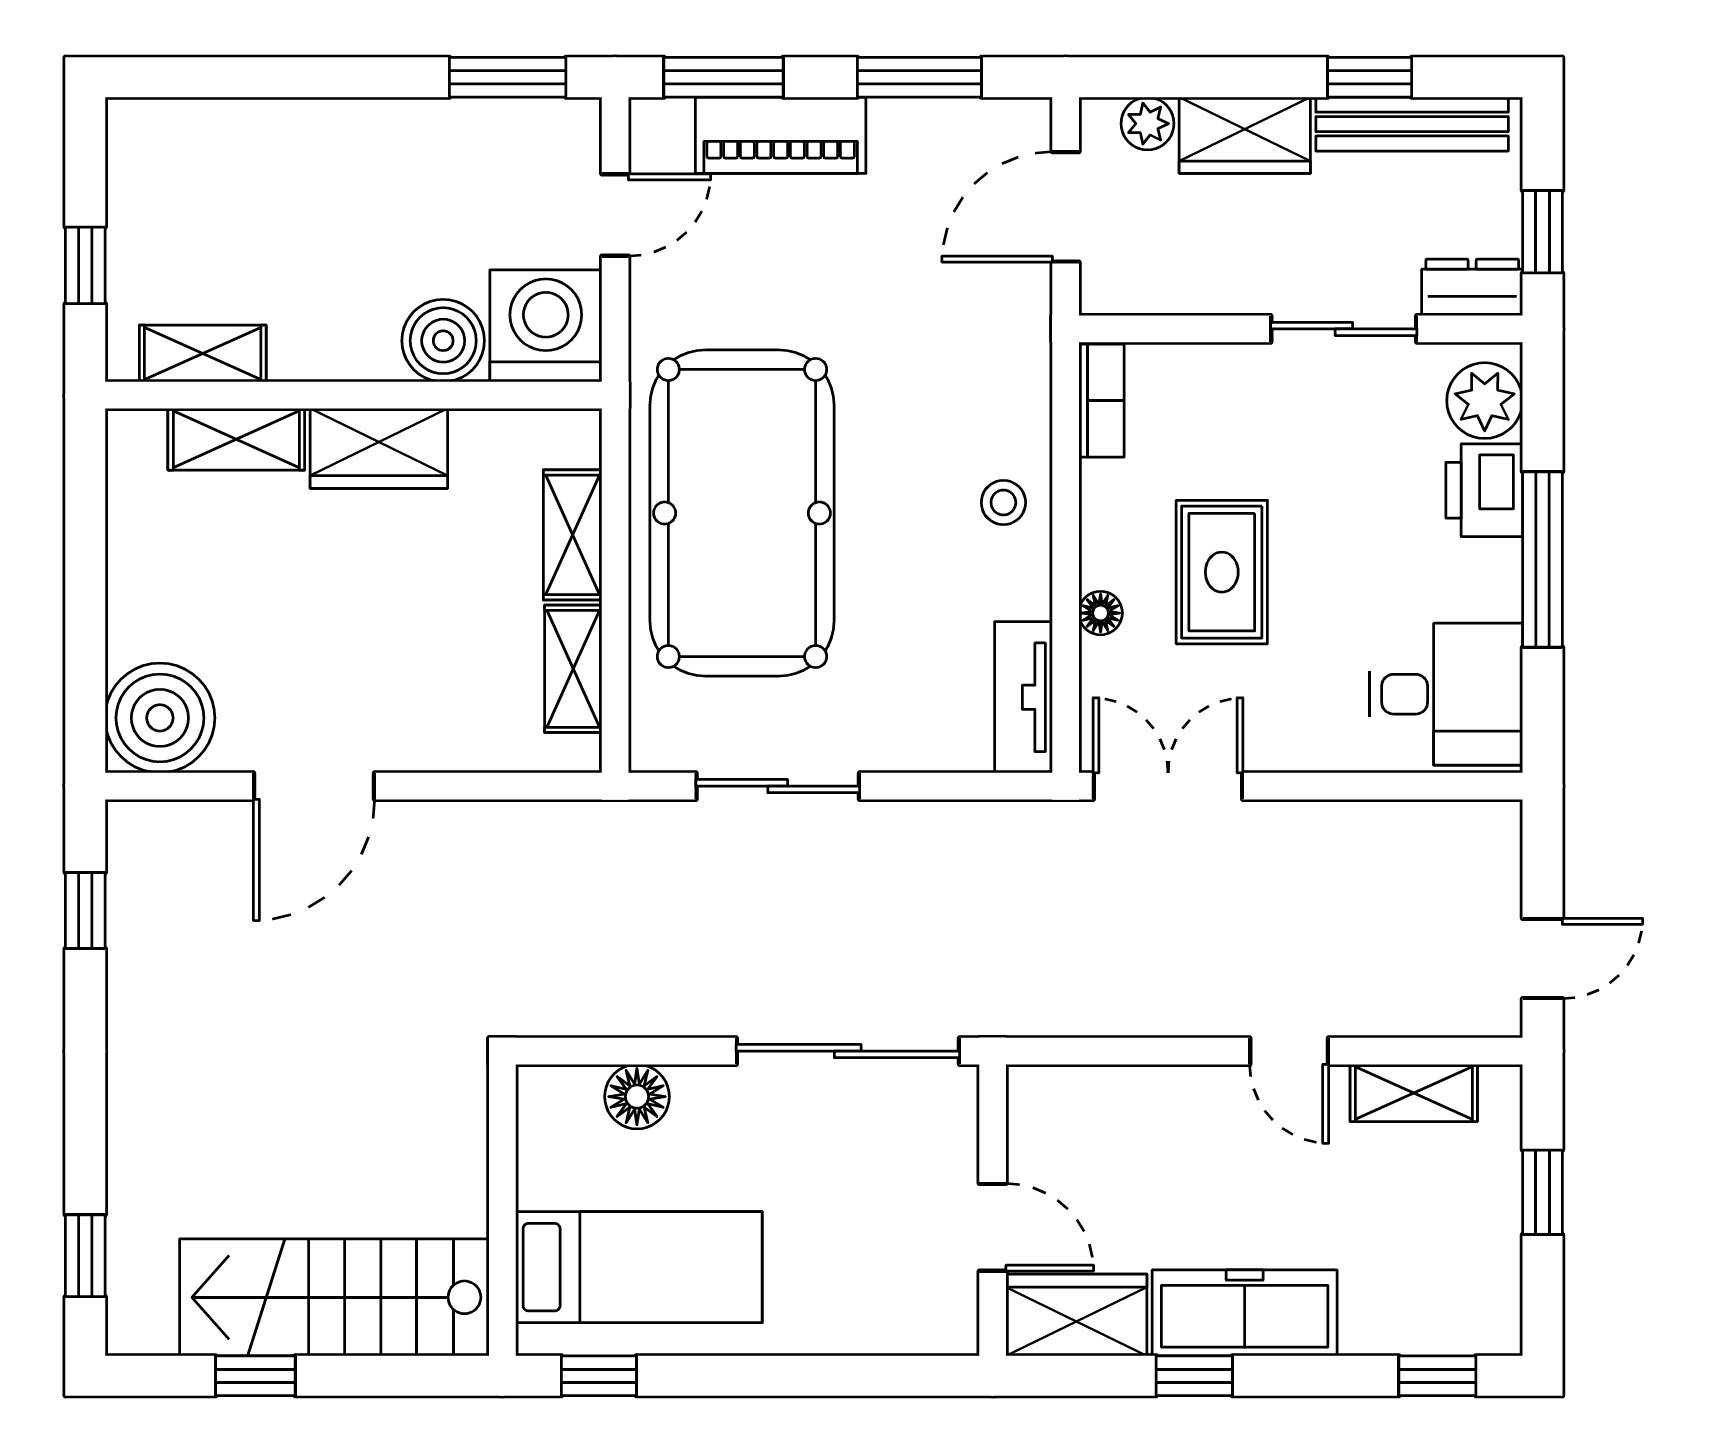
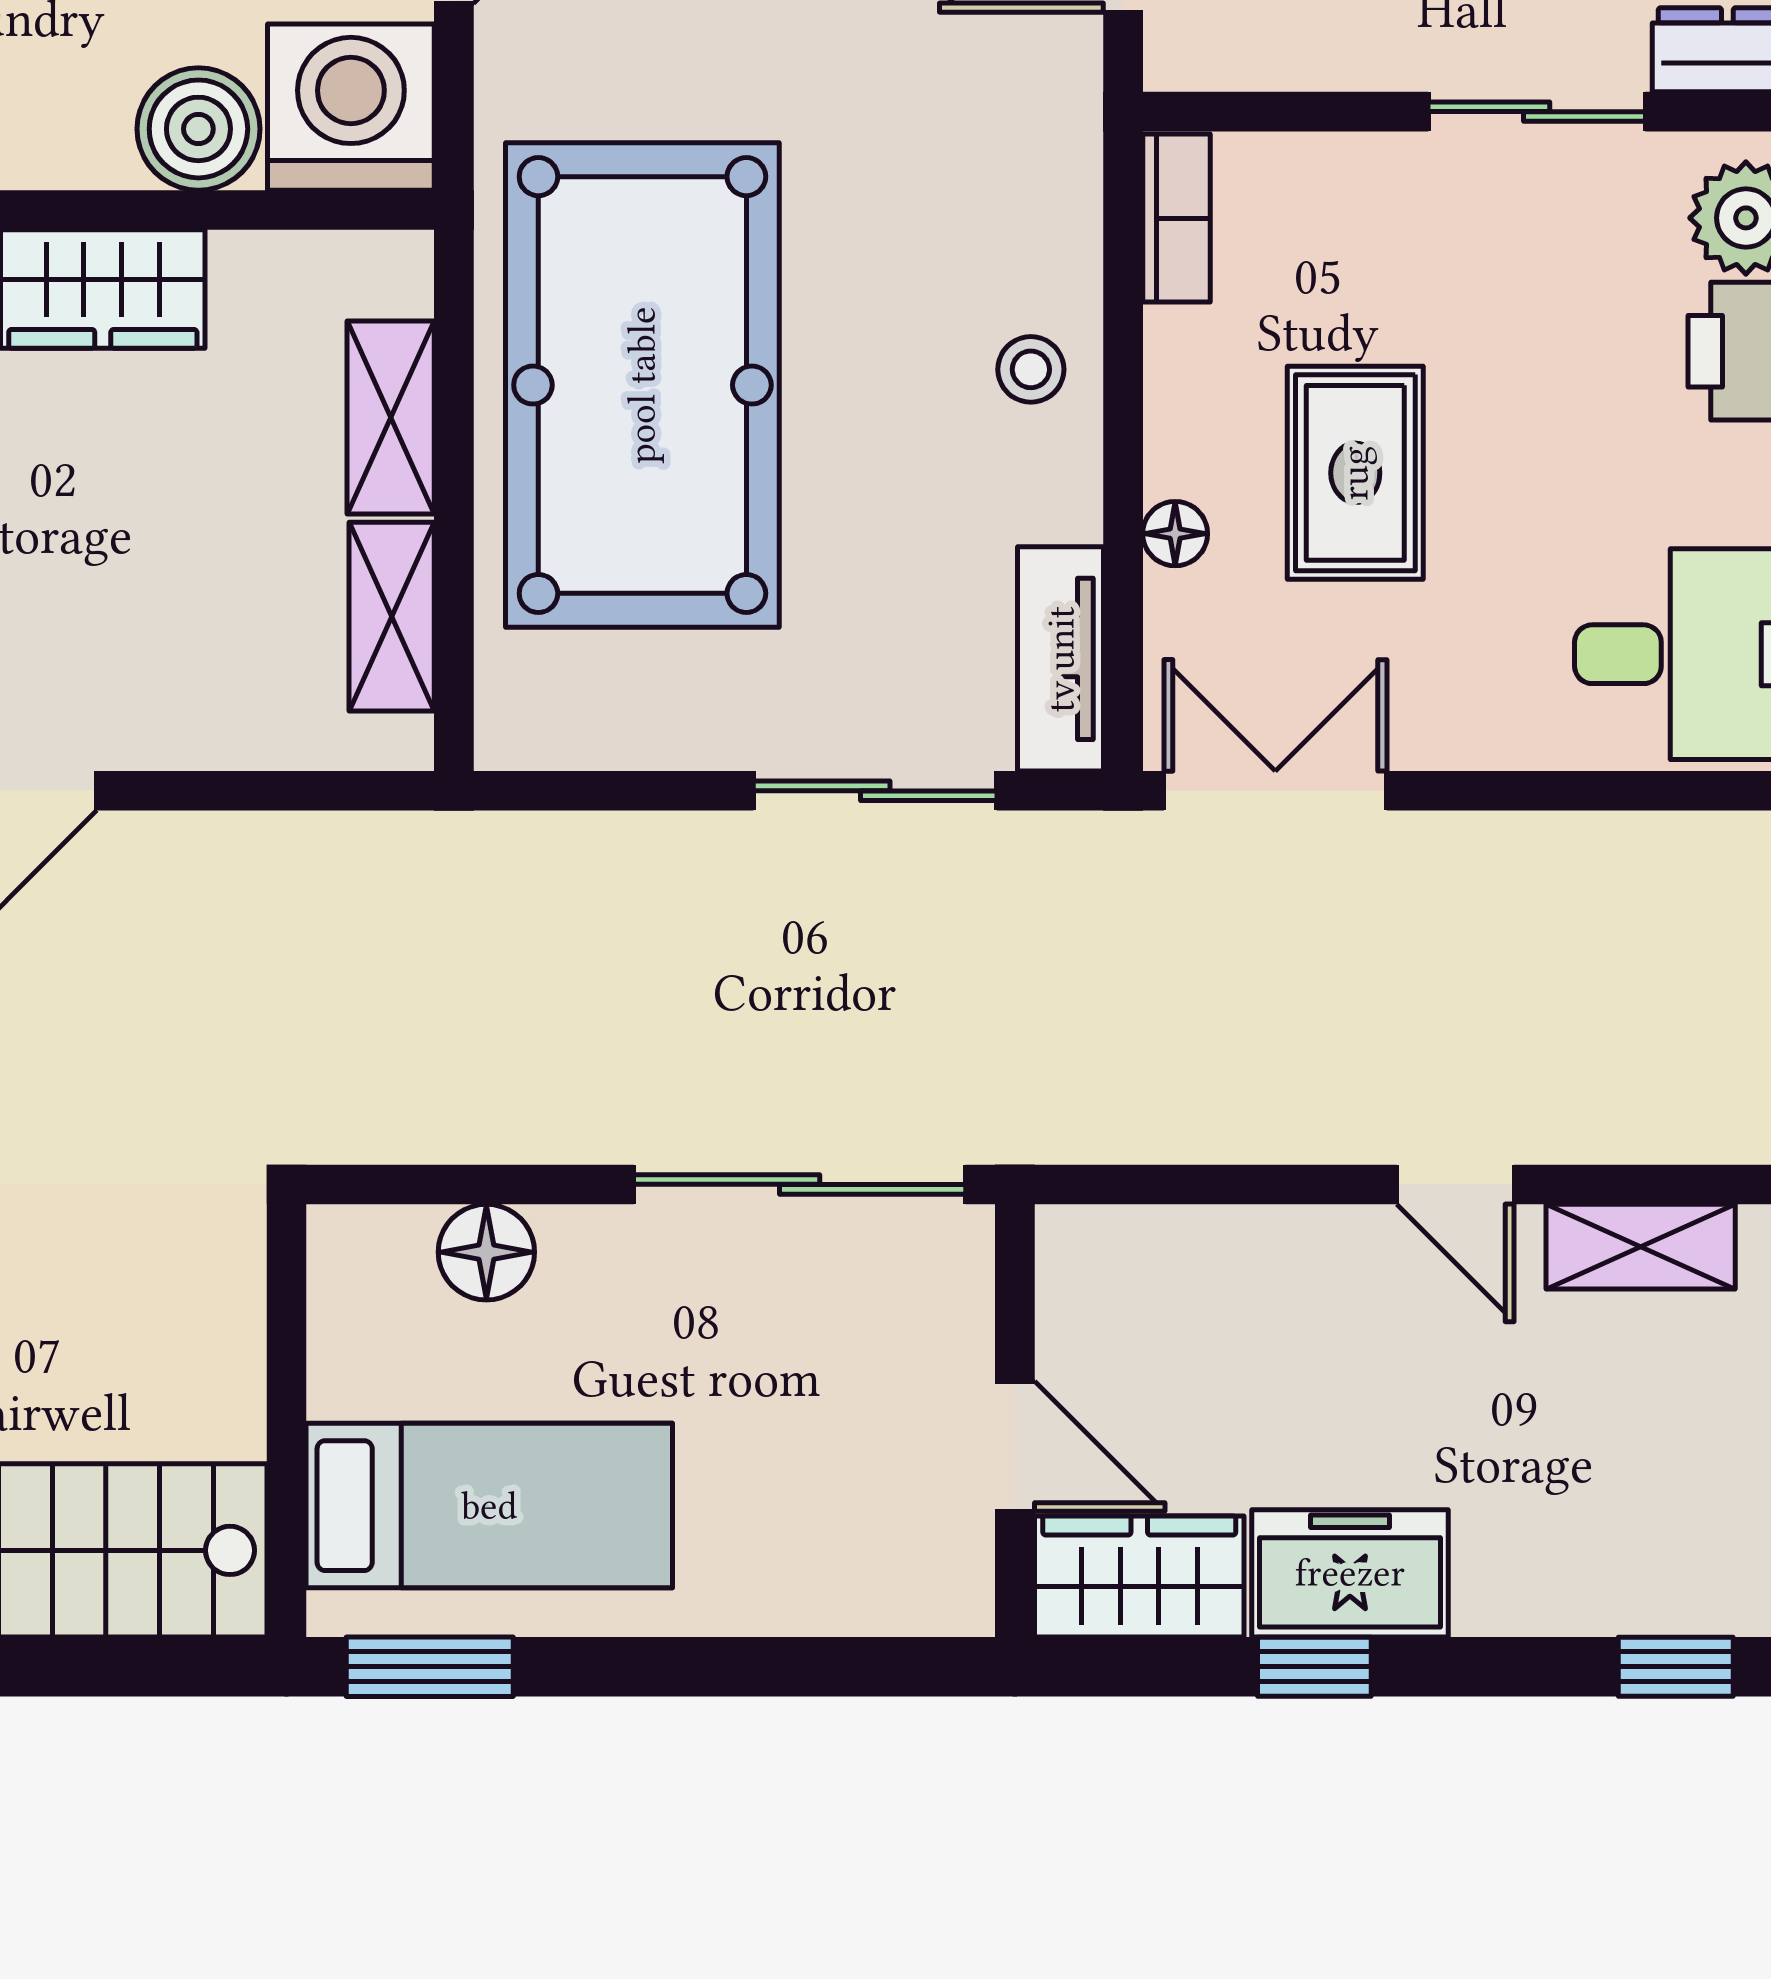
sliding door: (778, 786) -> (875, 791), moved
freezer: (1245, 1313) -> (1350, 1573), width x0.71
window: (599, 1376) -> (430, 1667), width x1.50

